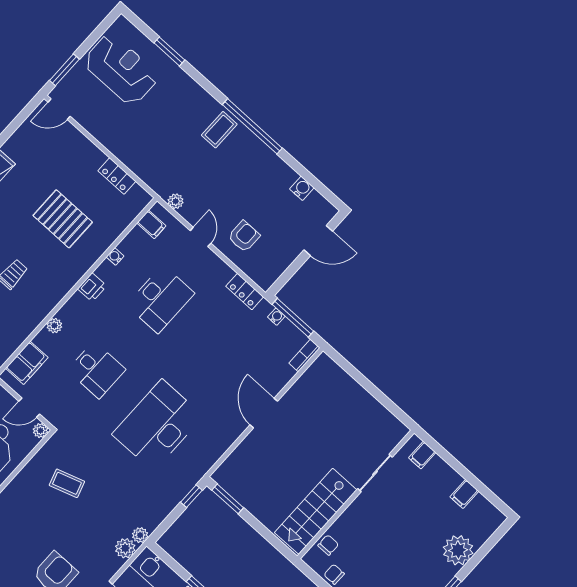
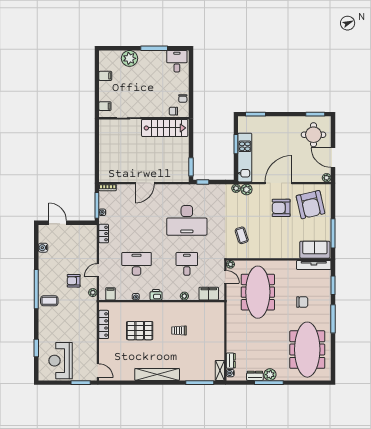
locker: (117, 176) -> (104, 324), width x1.53
pallet: (63, 219) -> (140, 331), turned 90
armchair: (244, 236) -> (74, 281), moved

